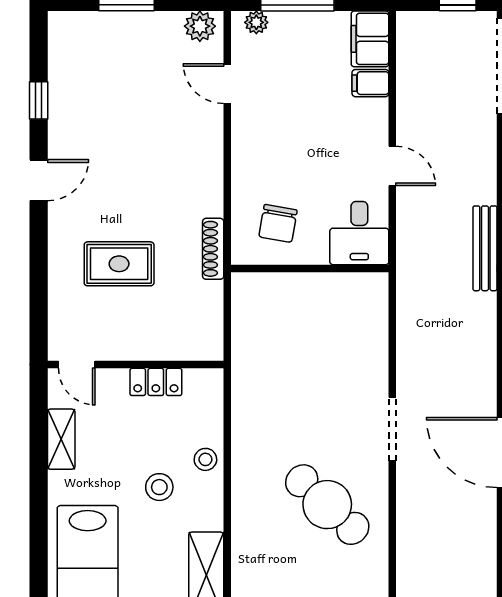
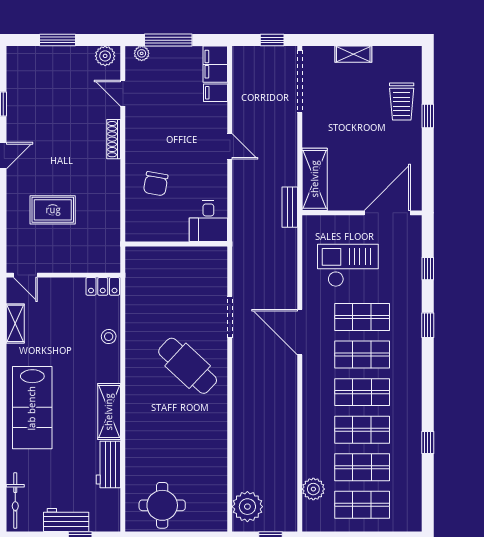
desk: (359, 233) -> (208, 221), moved
bench: (485, 248) -> (290, 207), width x0.73
shoe rack: (213, 249) -> (114, 139), moved
wall: (310, 268) -> (176, 244), moved
locker: (156, 382) -> (103, 286), moved
stool: (159, 487) -> (79, 354), removed

